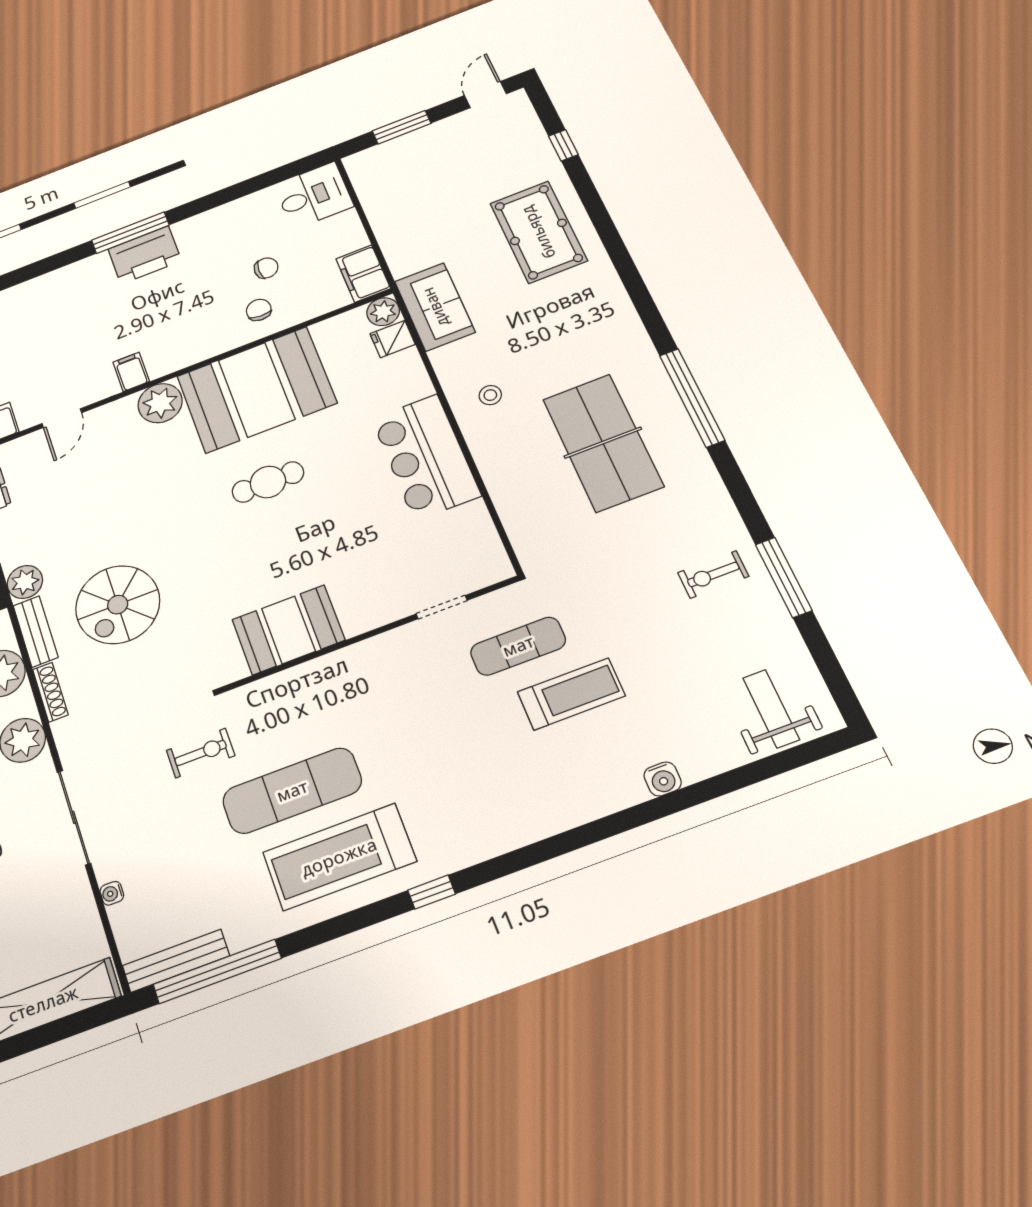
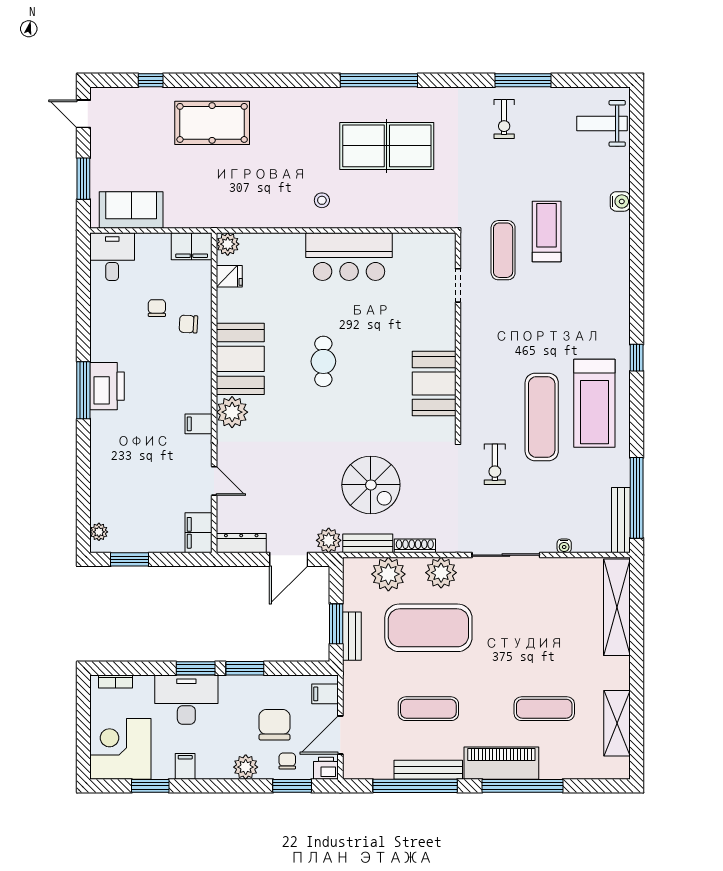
sofa: (435, 307) -> (131, 210), moved
fridge: (393, 339) -> (229, 276), moved, turned -90
booth: (256, 390) -> (240, 359), width x0.73, depth x0.70
exercise bike: (201, 753) -> (495, 464), turned 180

